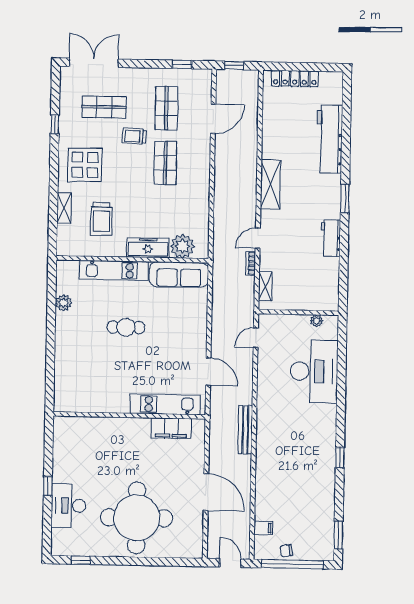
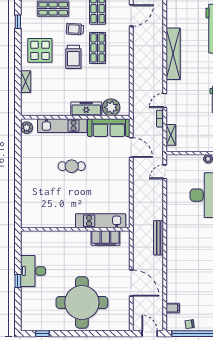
shelving: (270, 185) -> (173, 54), width x1.47
trolley: (101, 219) -> (73, 57), moved
plant: (64, 303) -> (27, 128), moved
door: (208, 372) -> (131, 147), moved
desk: (69, 506) -> (33, 271), moved

